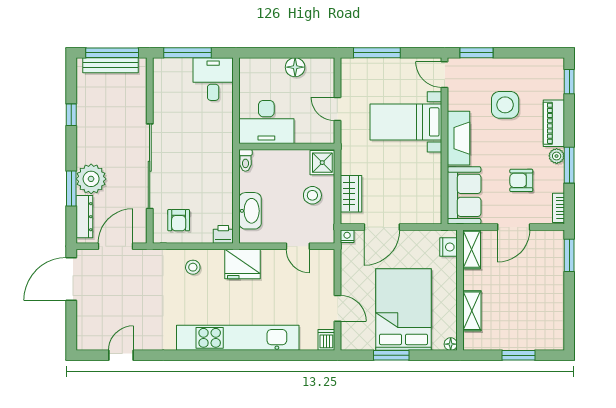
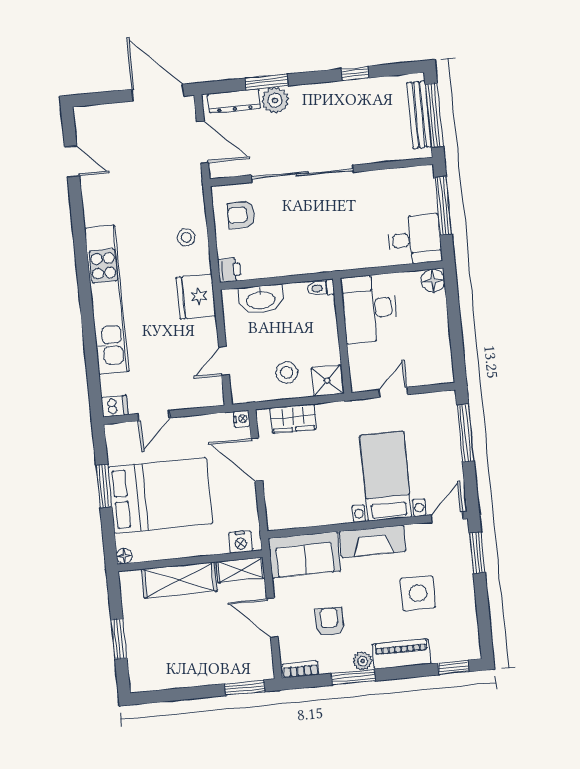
floor lamp: (295, 67) -> (433, 281), moved
plant: (91, 179) -> (275, 100), width x0.73, depth x0.73
shelving: (472, 311) -> (179, 580), width x1.50, depth x1.33

